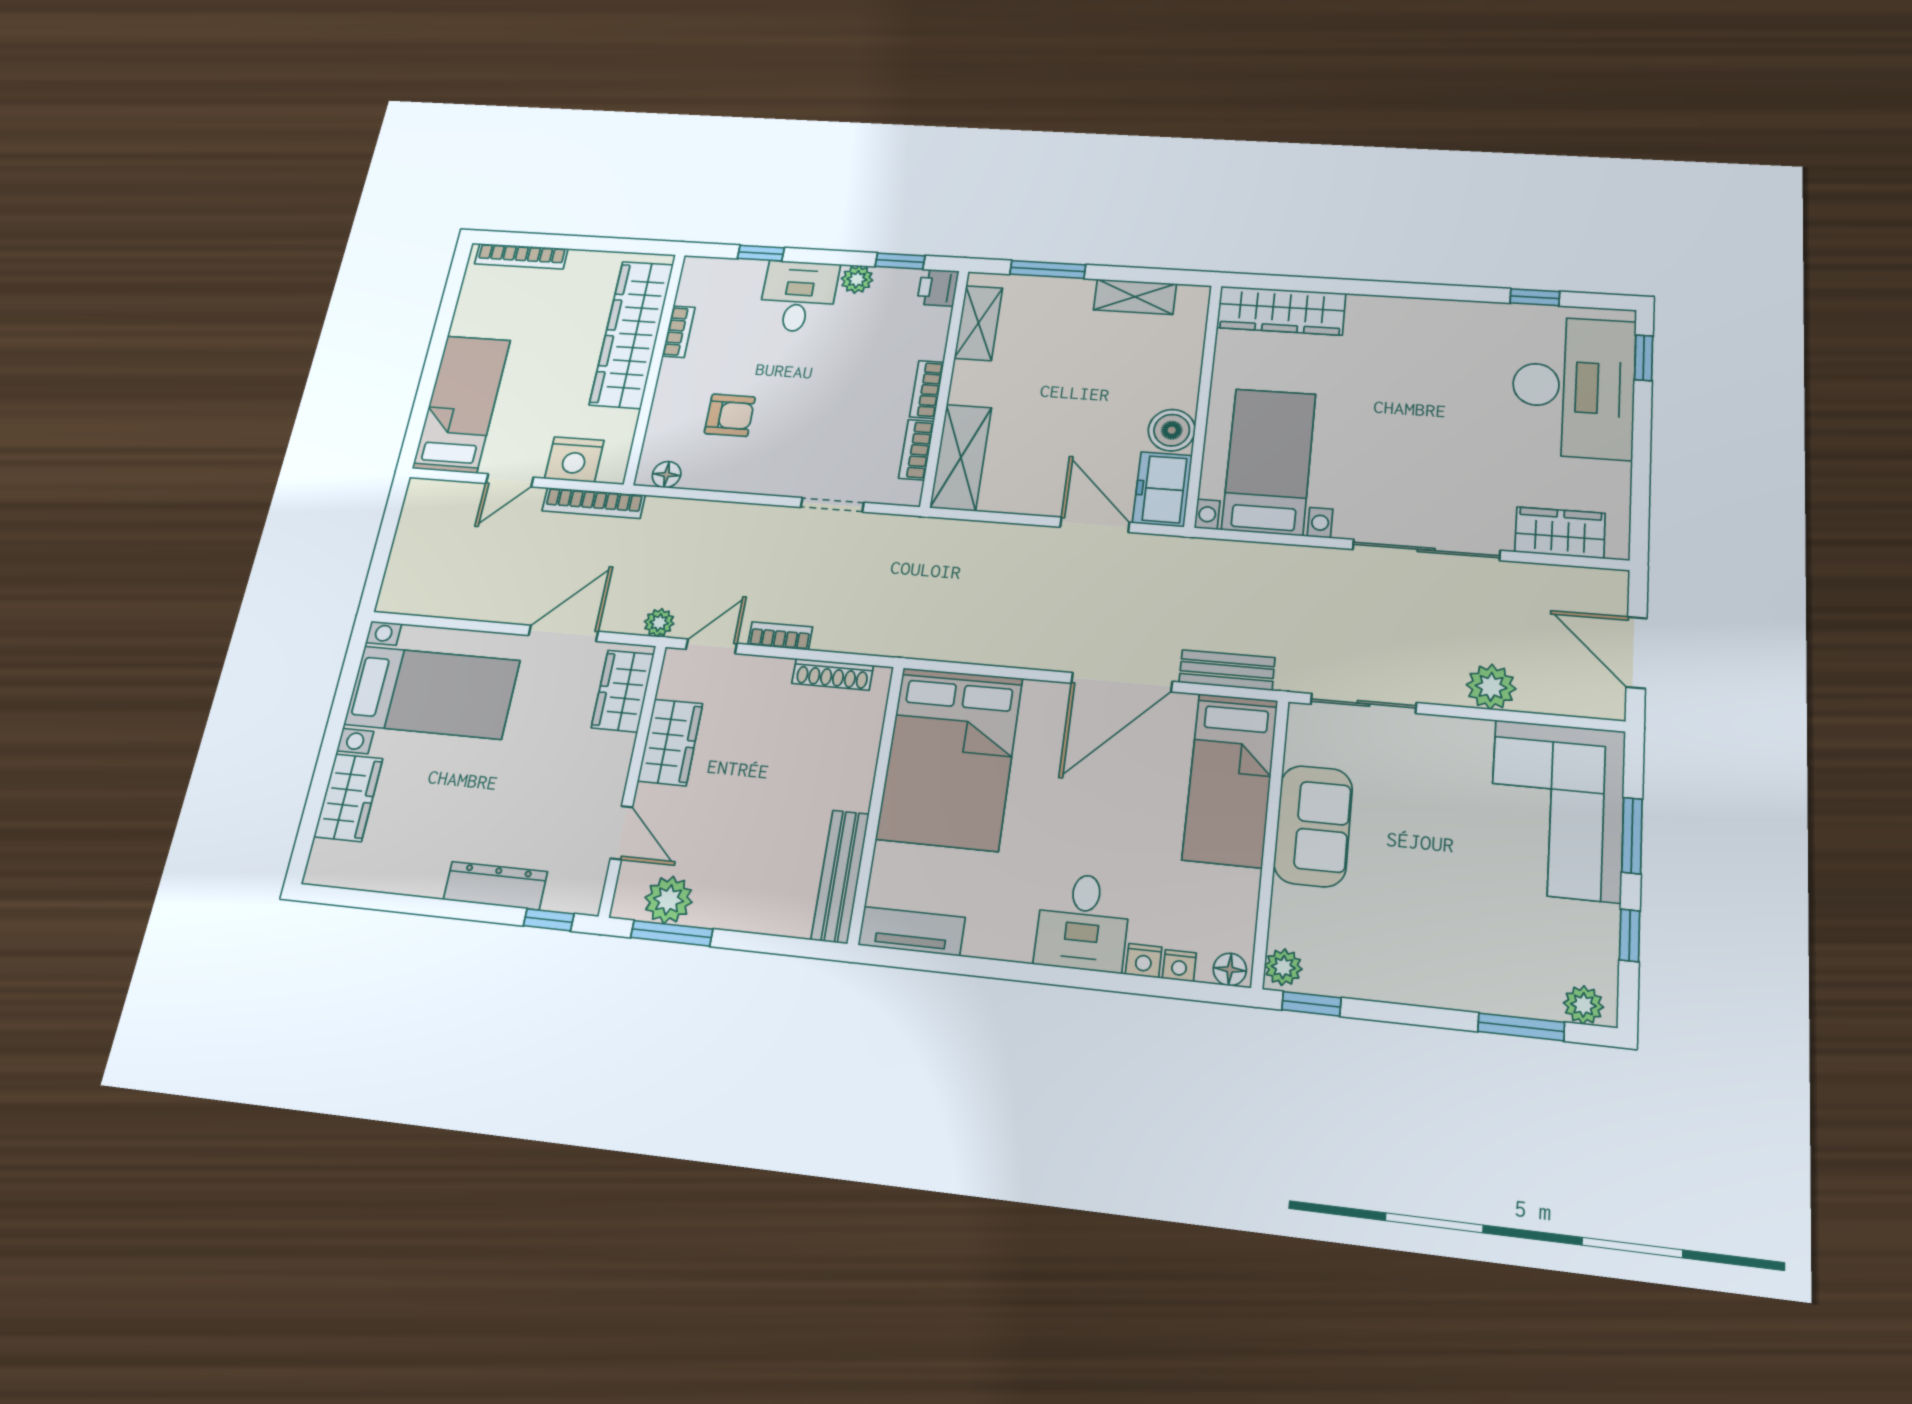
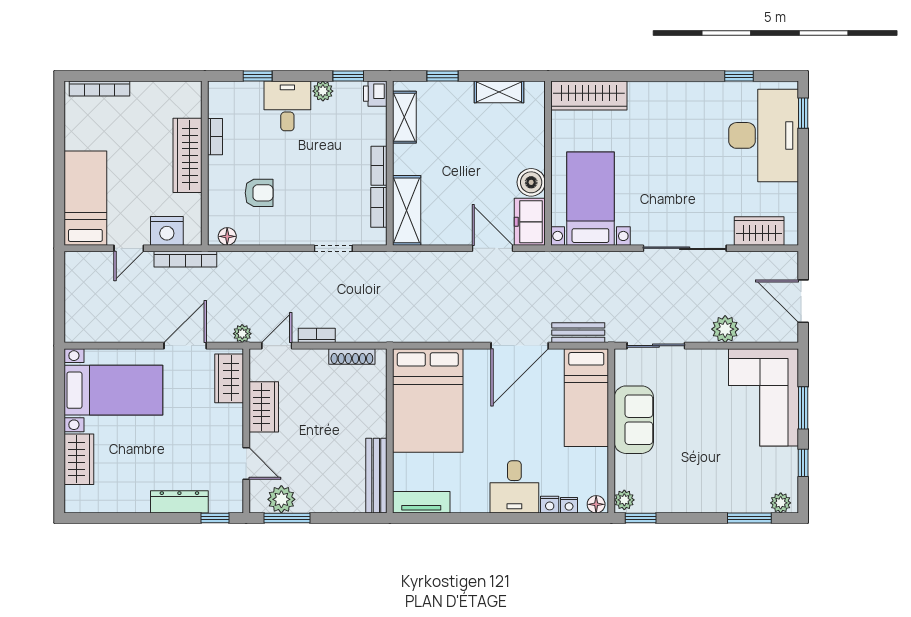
window: (1048, 270) -> (442, 76), width x0.67
wardrobe: (632, 334) -> (187, 155), width x0.71, depth x0.85

